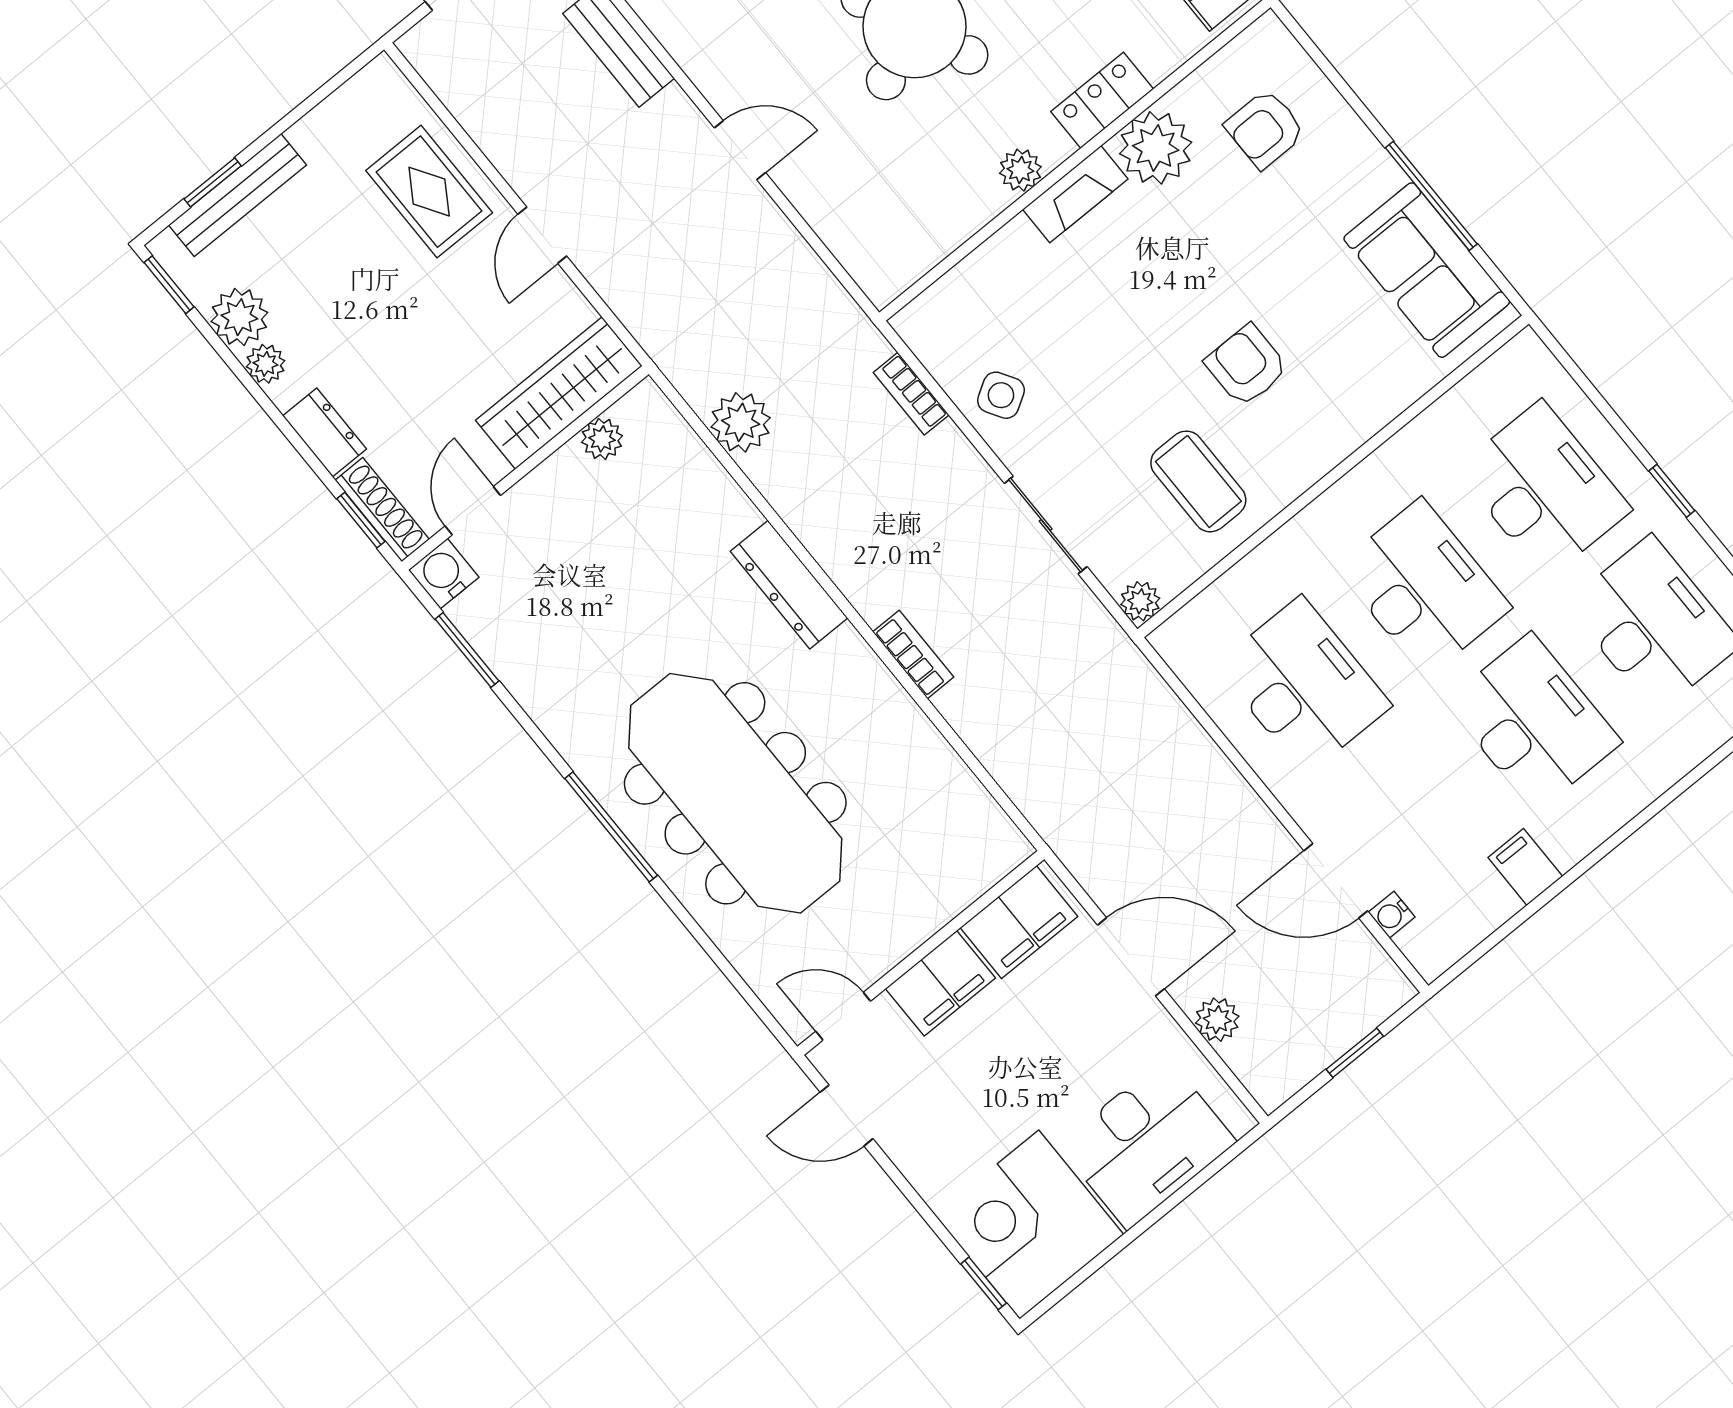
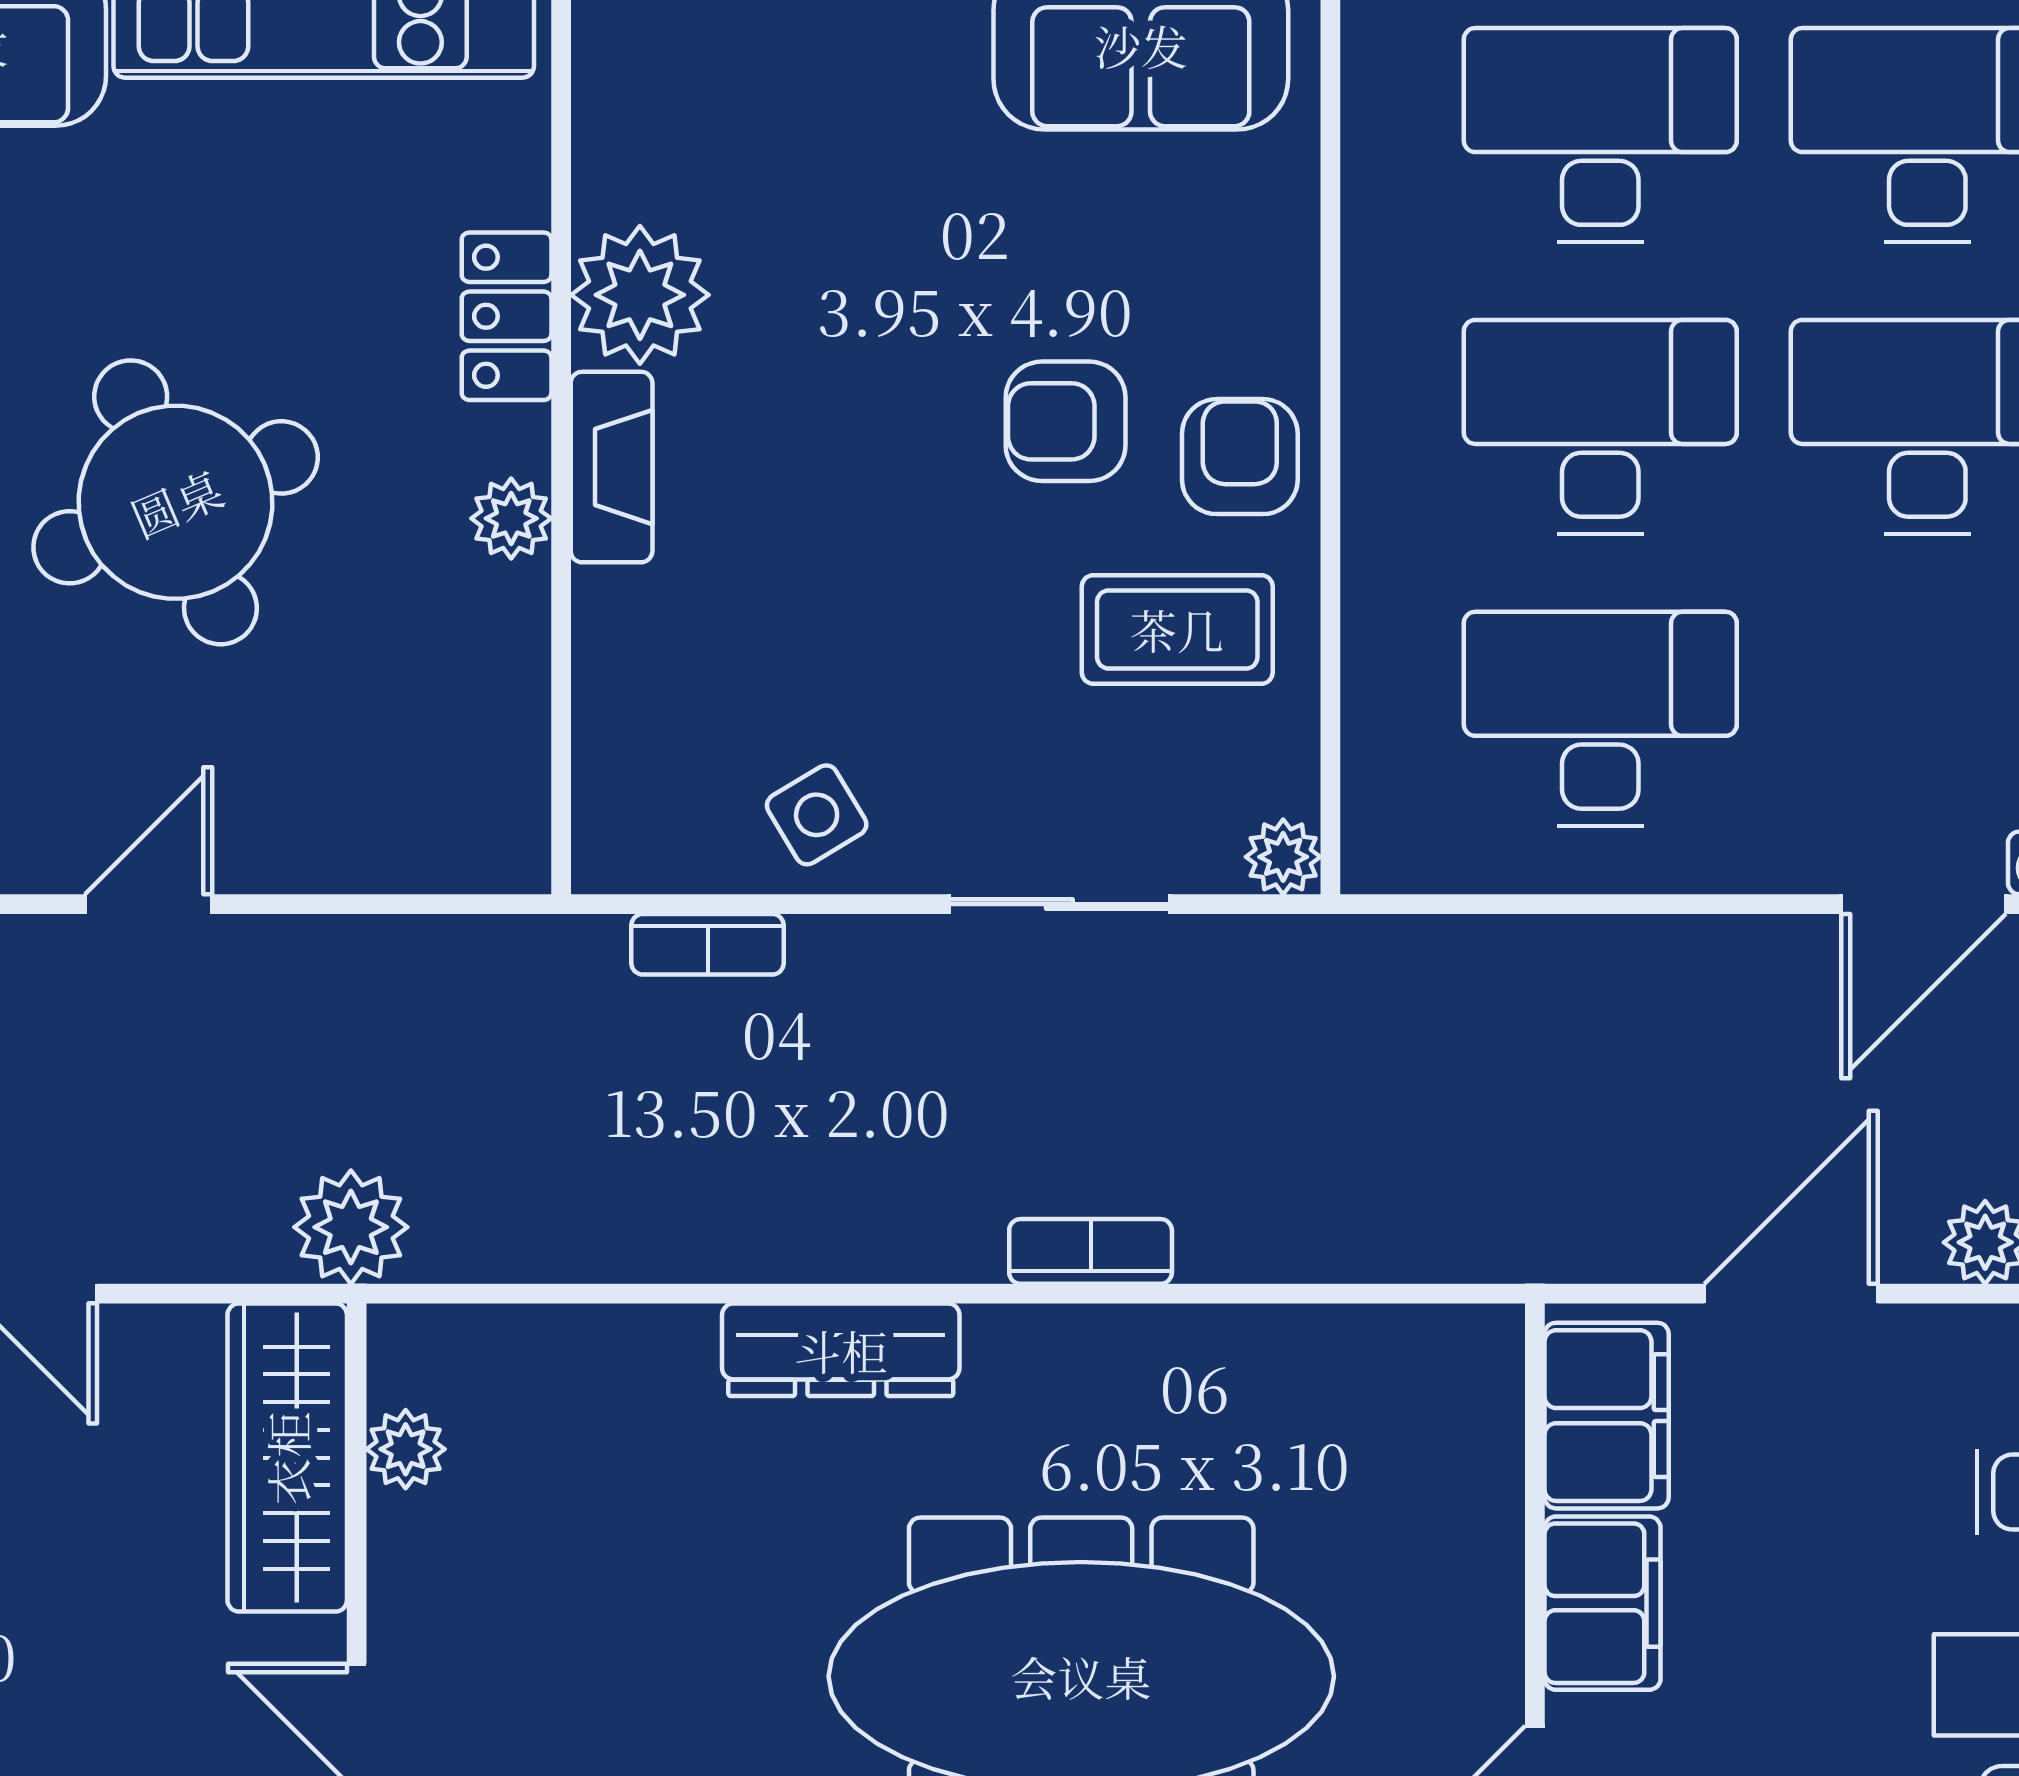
armchair: (1265, 129) -> (1240, 457), moved, turned 180
plant: (741, 422) -> (351, 1227), moved

